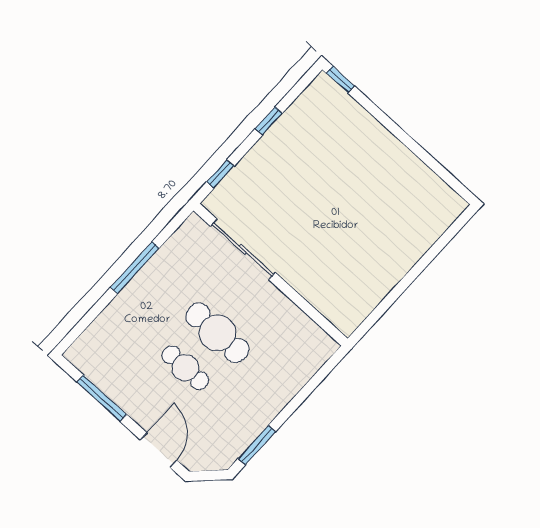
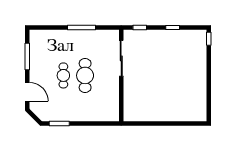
door: (158, 450) -> (27, 92), hinge flipped

